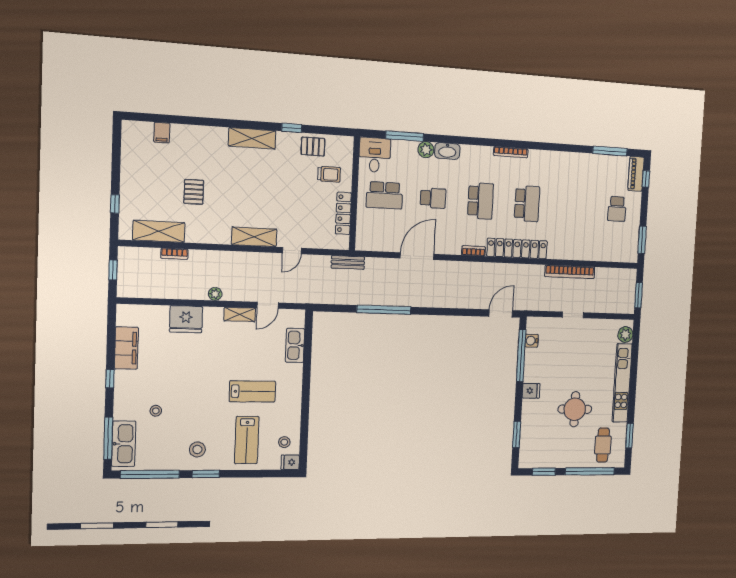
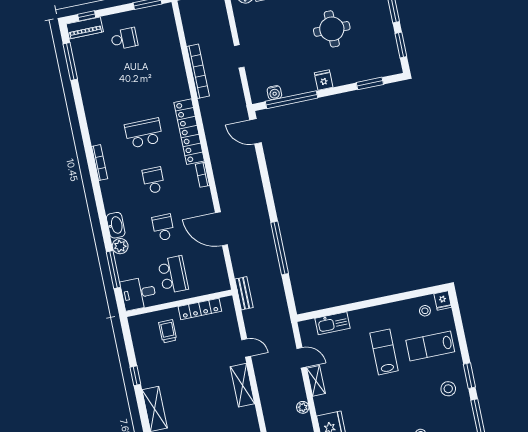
pallet: (313, 147) -> (147, 352), removed
school desk: (481, 201) -> (154, 180), width x0.54
lab bench: (247, 440) -> (430, 346), turned 180

